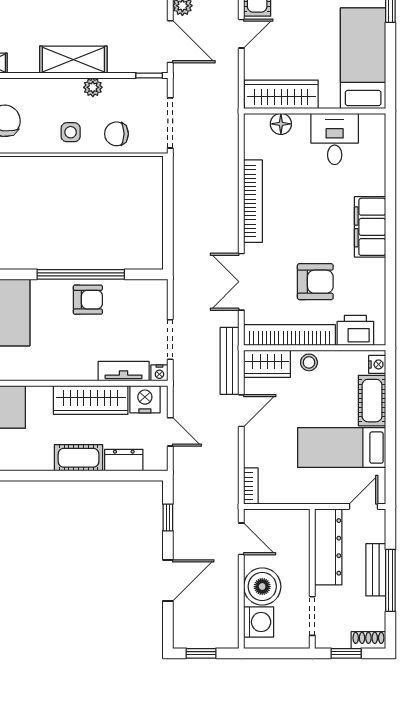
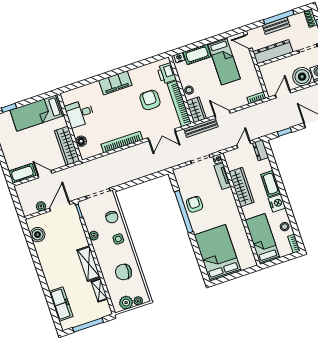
shelving: (73, 60) -> (89, 264), moved
nightstand: (145, 399) -> (277, 203), moved, turned 180
dresser: (124, 460) -> (261, 150), moved

